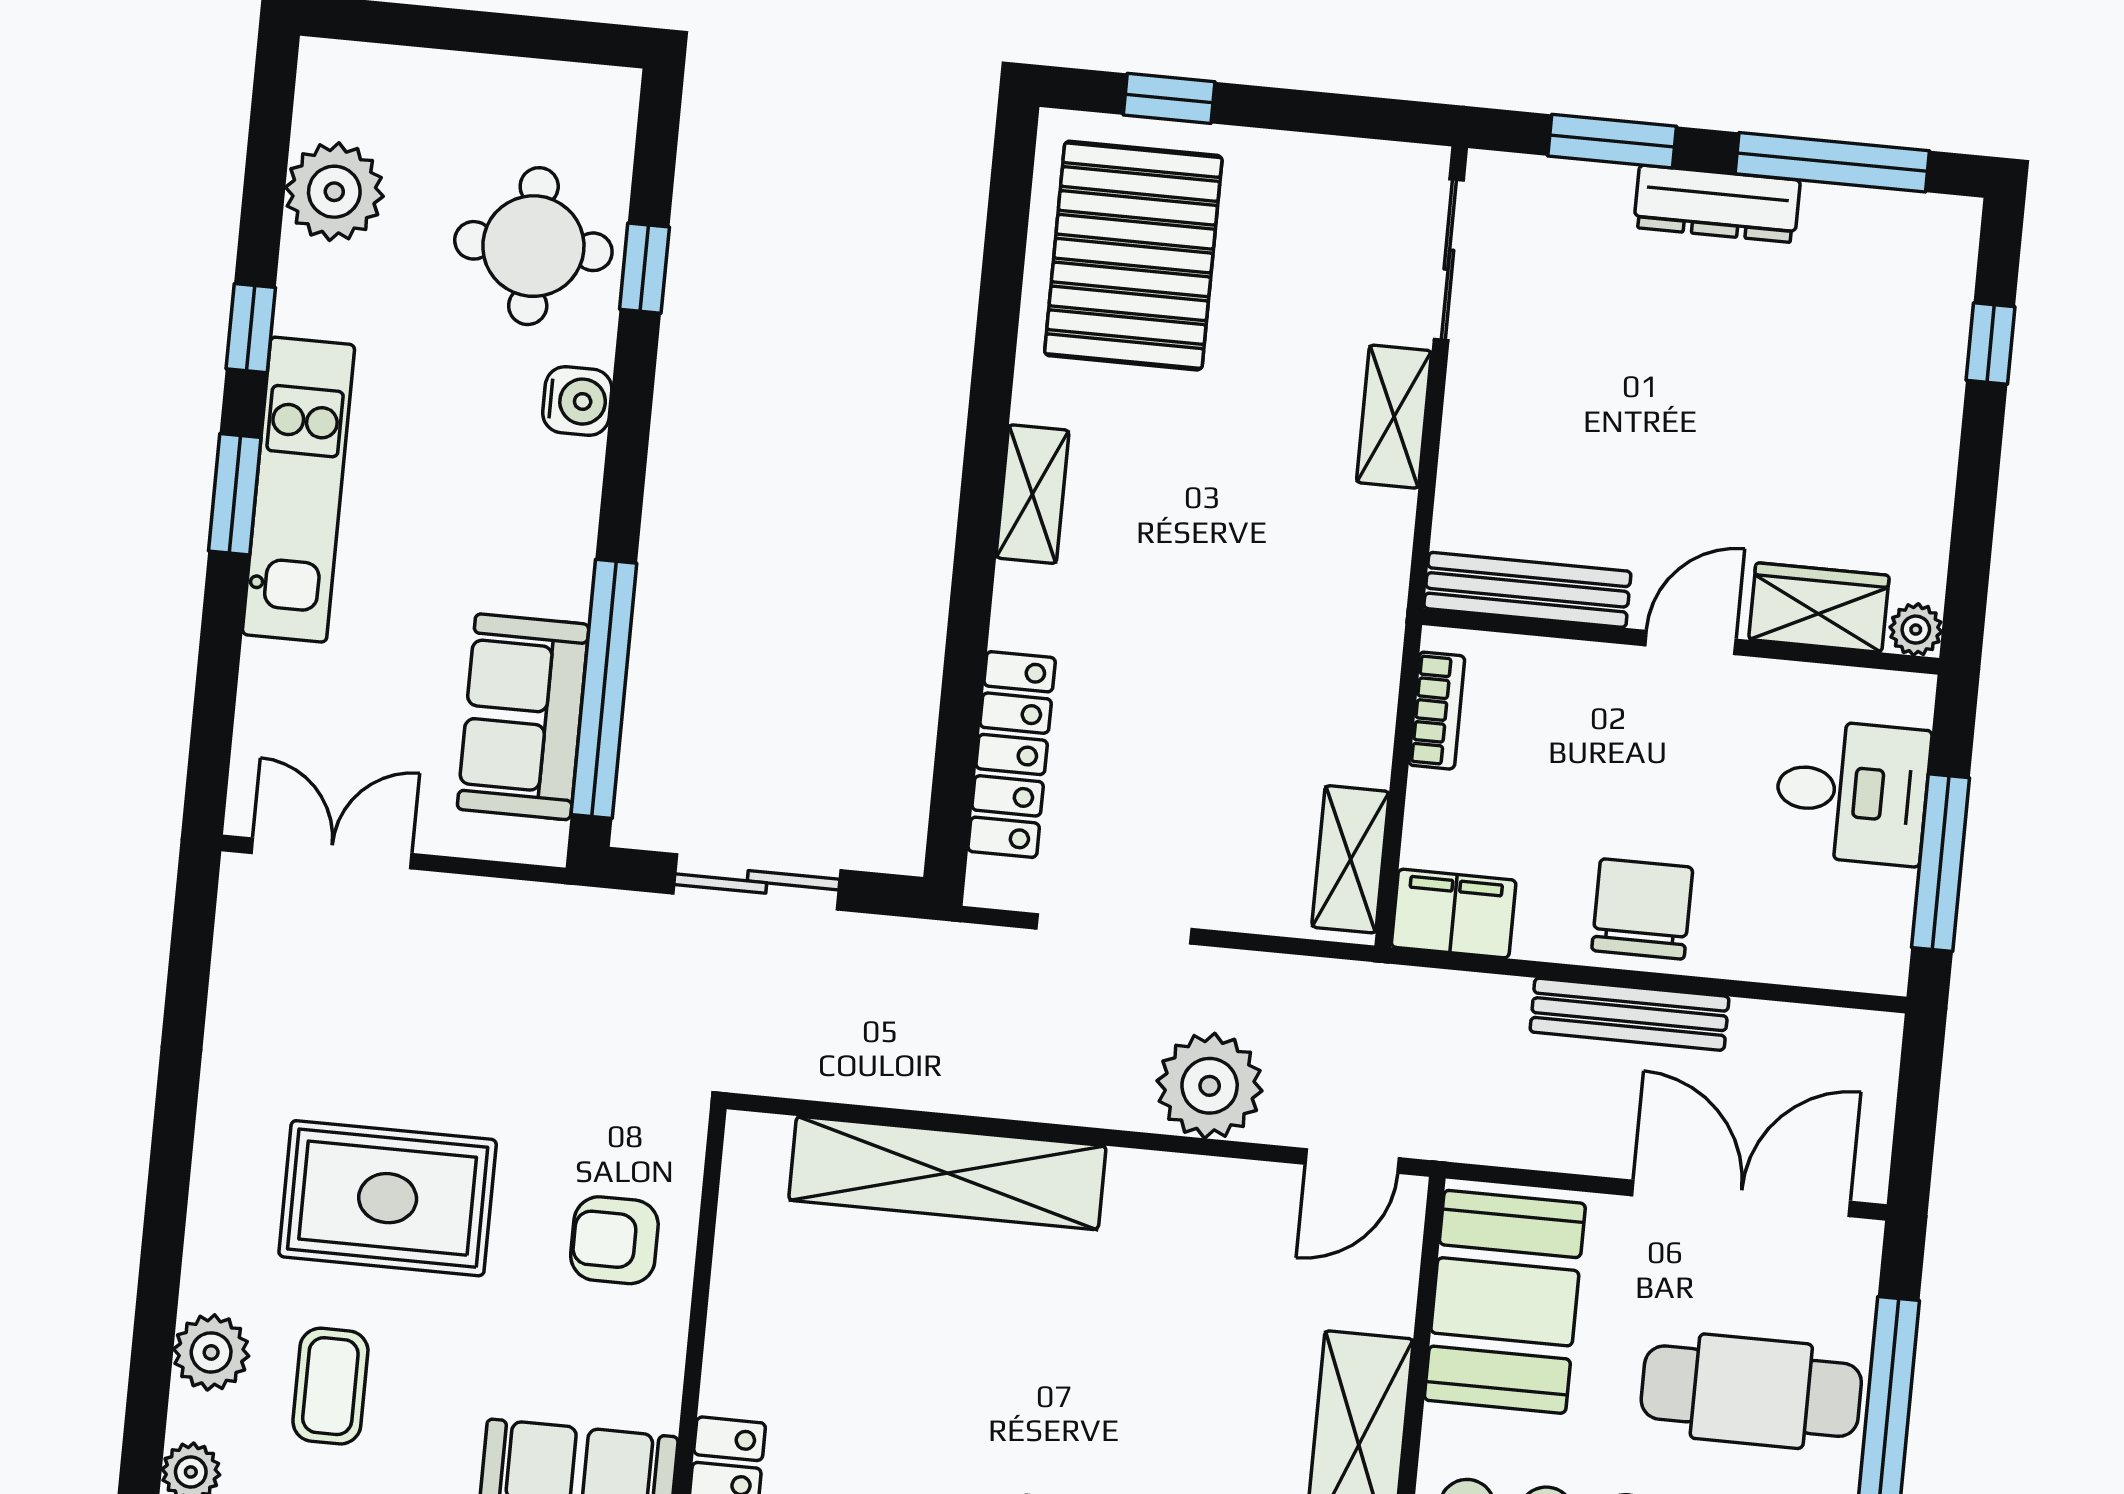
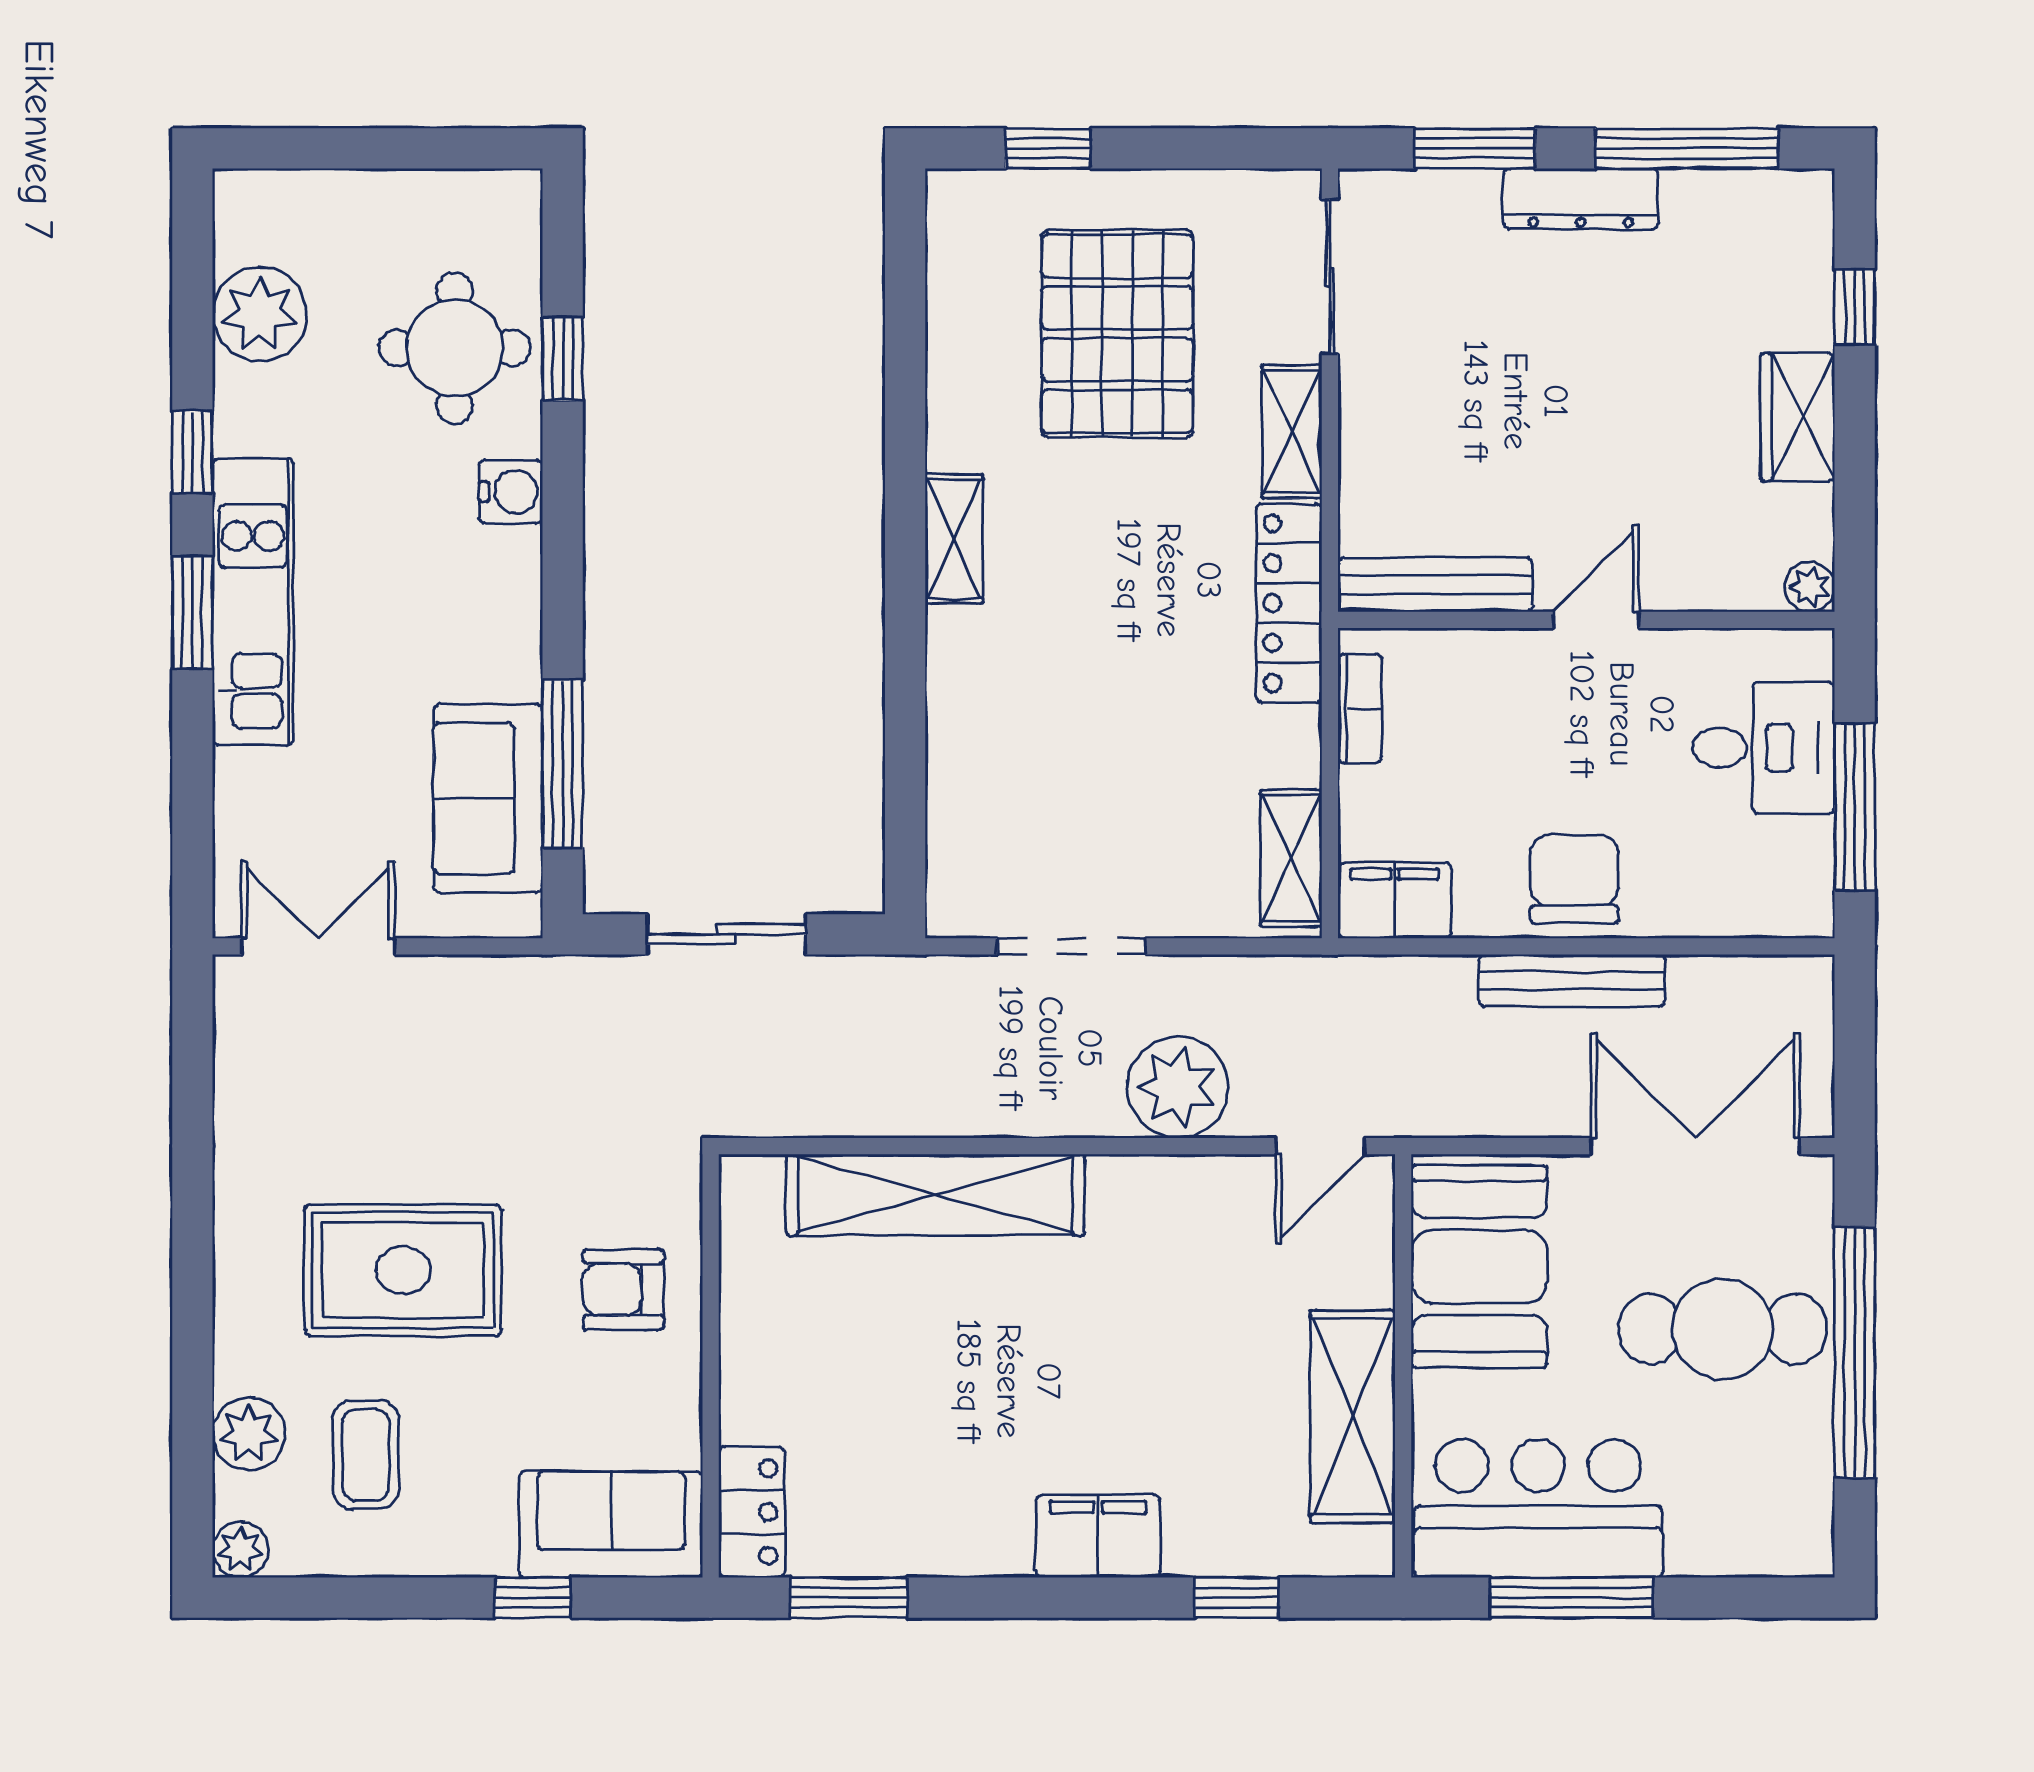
pallet: (1133, 256) -> (1117, 334), moved
wardrobe: (1819, 607) -> (1798, 417), moved, turned -90
window: (604, 689) -> (563, 764), width x0.68
locker: (1012, 755) -> (1289, 603), moved, turned 180

